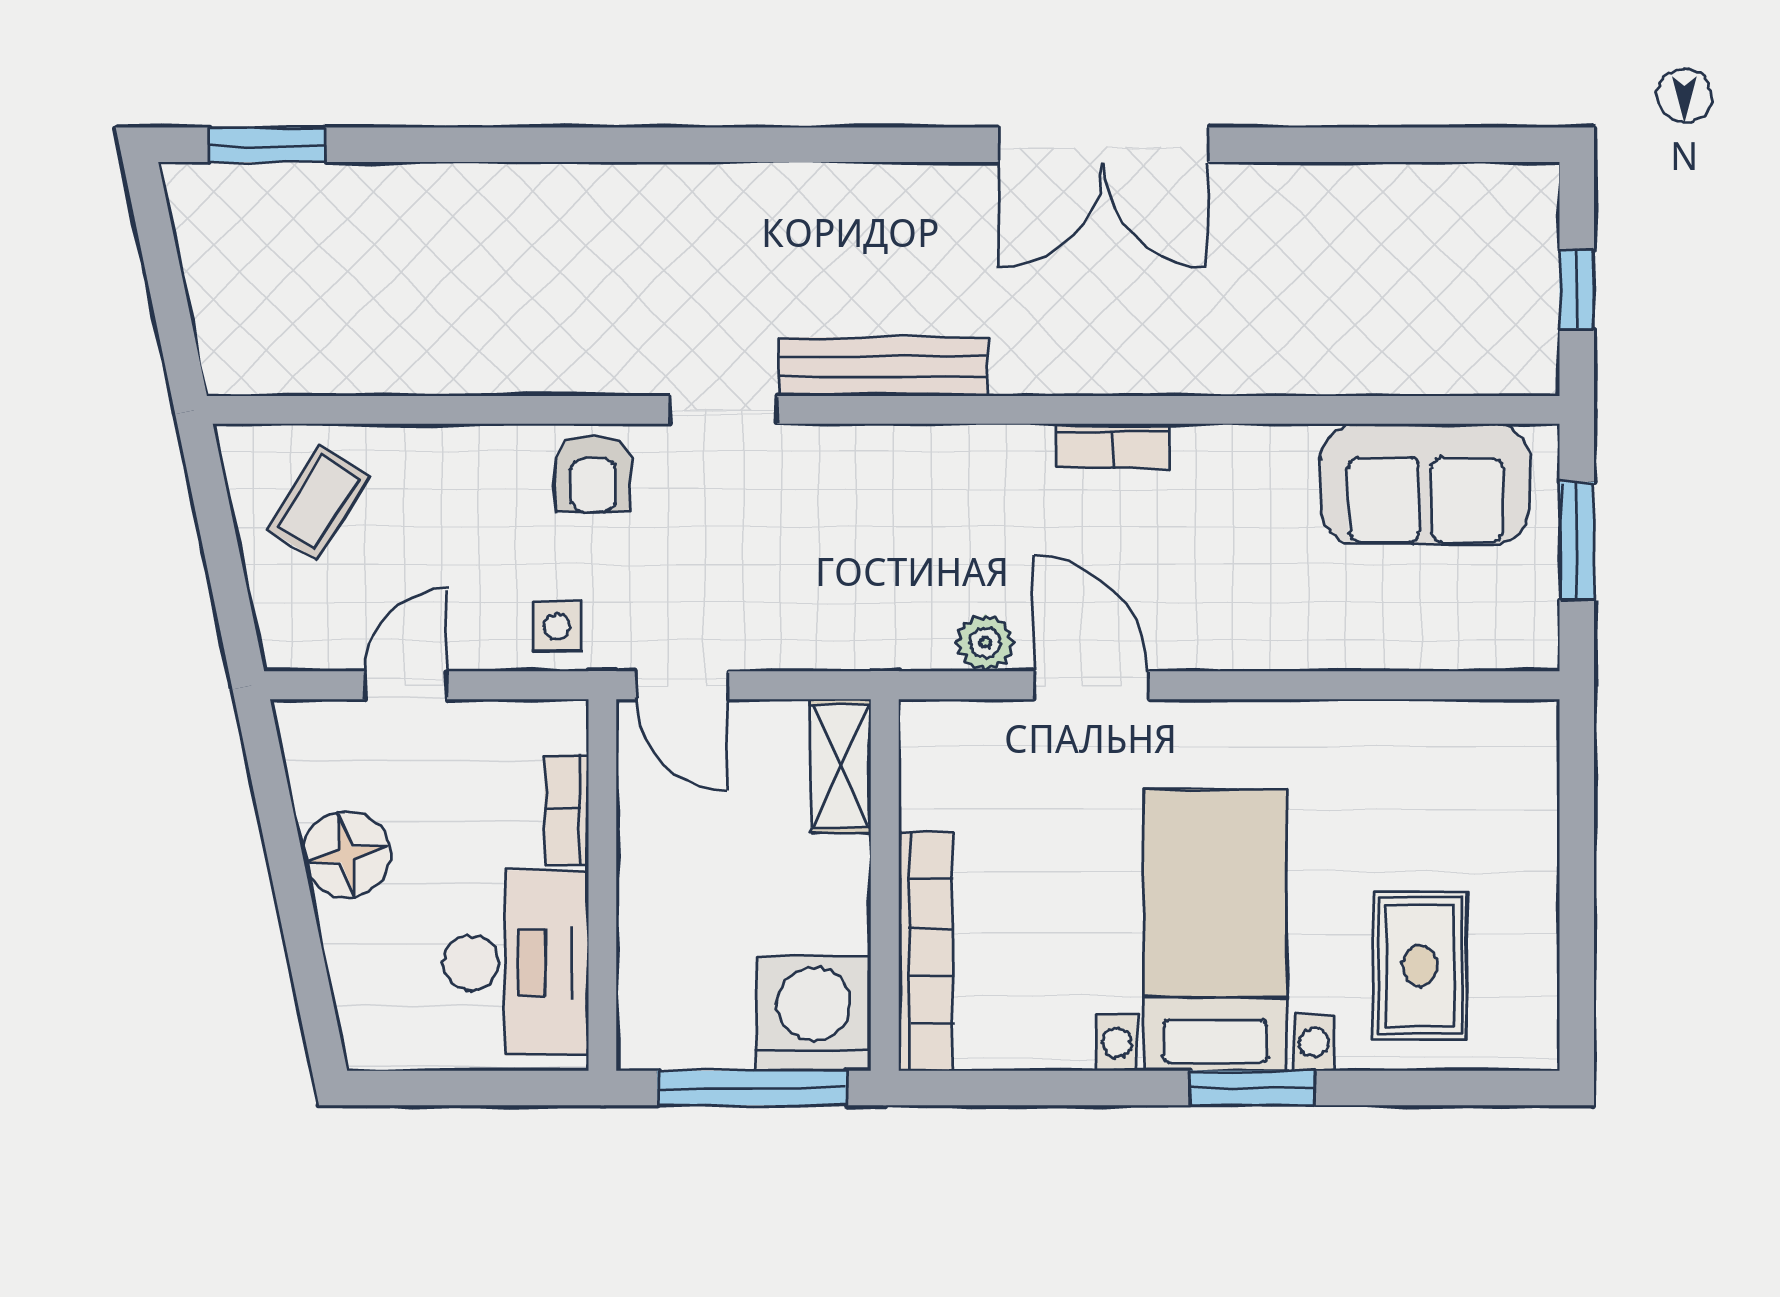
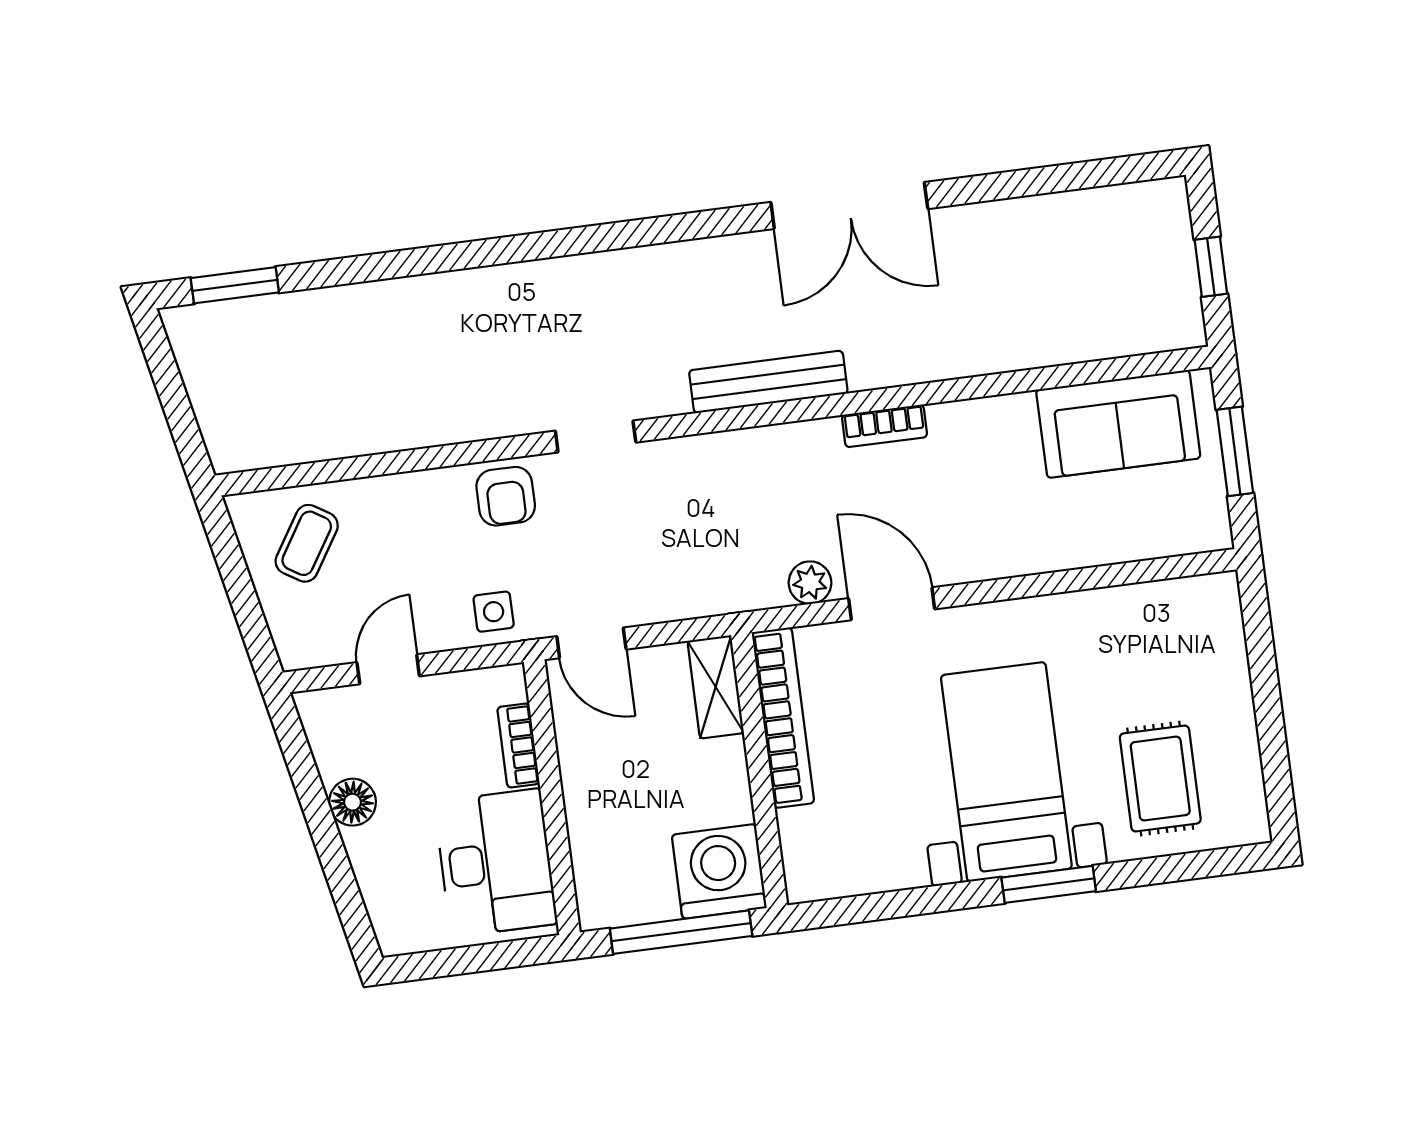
bench: (883, 367) -> (768, 382), moved
floor lamp: (346, 855) -> (352, 802), width x0.73, depth x0.73
bookcase: (926, 951) -> (783, 718), moved

